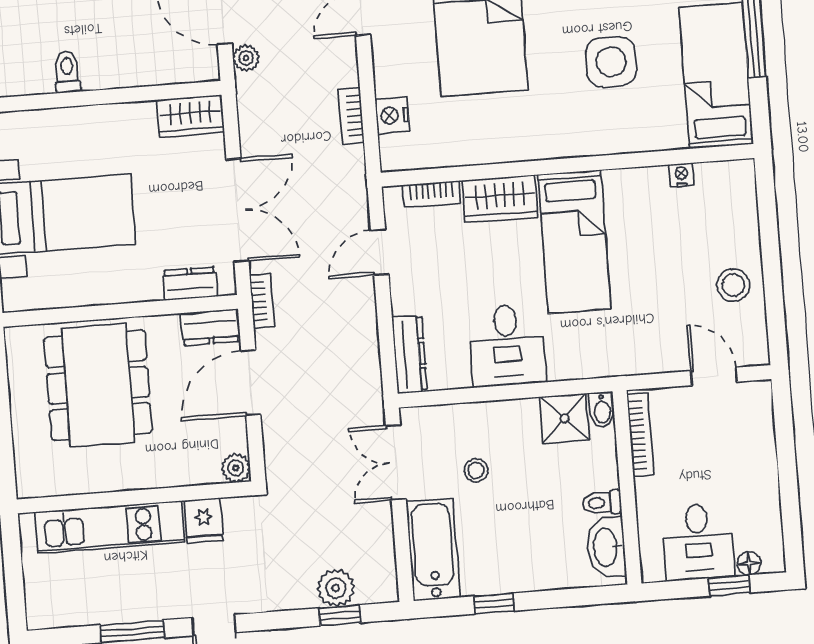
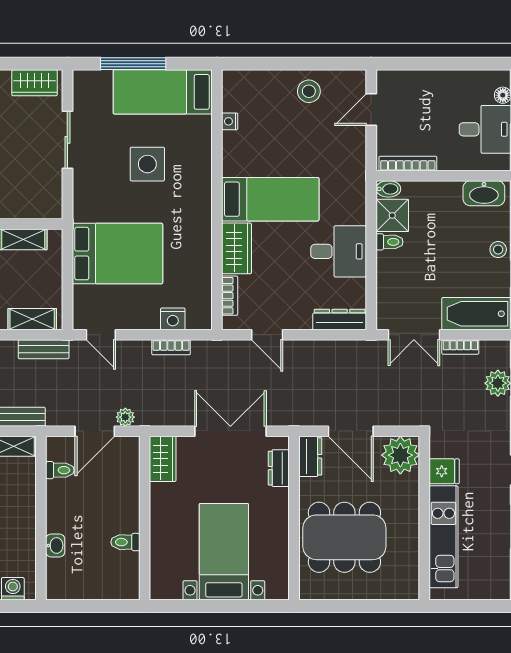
bookcase: (262, 301) -> (460, 347), moved, turned 180
plant: (236, 468) -> (400, 455), width x1.87, depth x1.87
stool: (476, 470) -> (498, 250), moved
toilet: (602, 503) -> (389, 242), moved, turned -90

